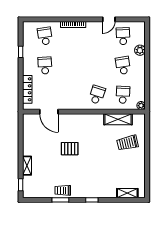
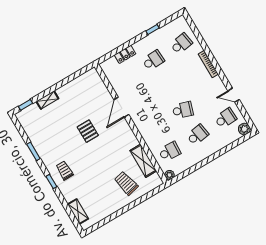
plant: (140, 50) -> (244, 129), moved
locker: (27, 89) -> (125, 54), width x0.66
school desk: (97, 95) -> (183, 110), moved
door: (49, 112) -> (121, 107), moved
trolley: (63, 190) -> (65, 170), moved

